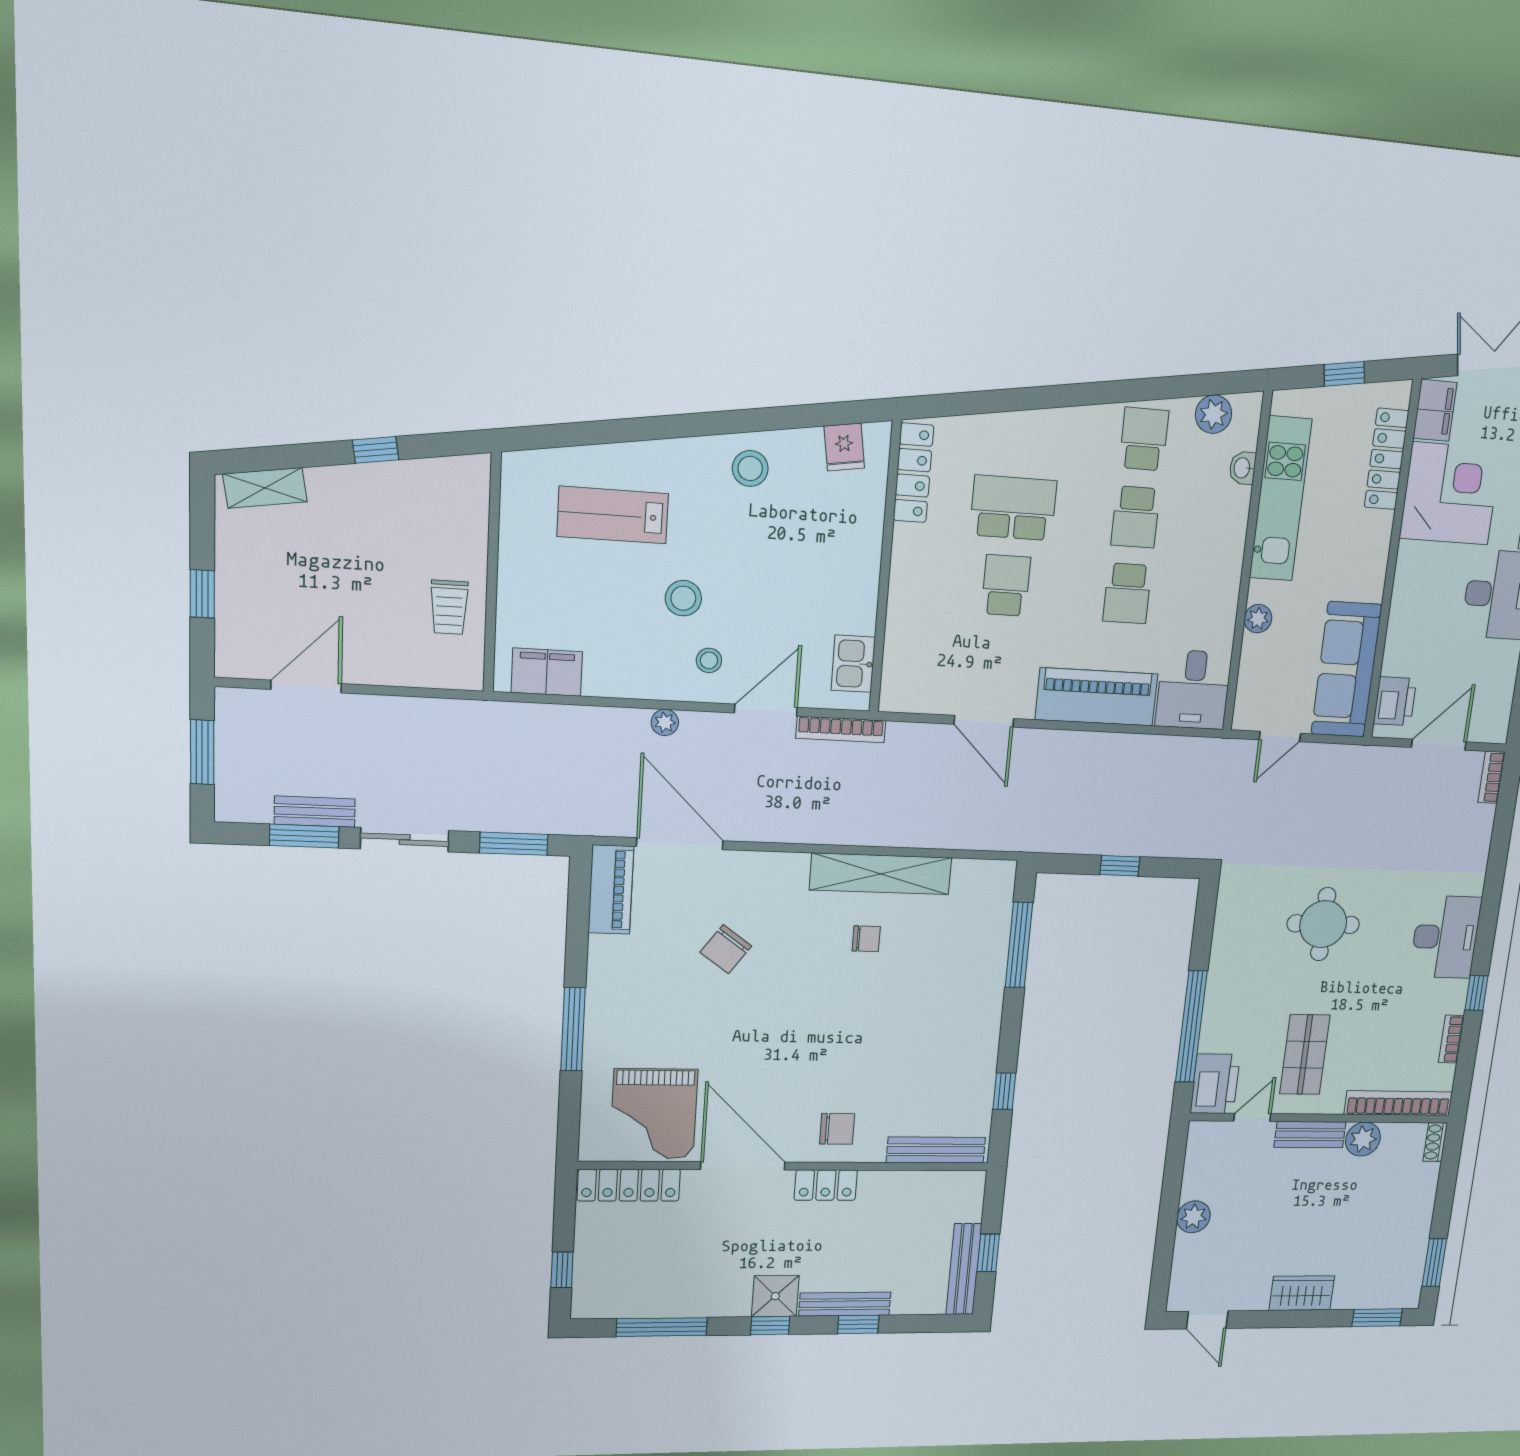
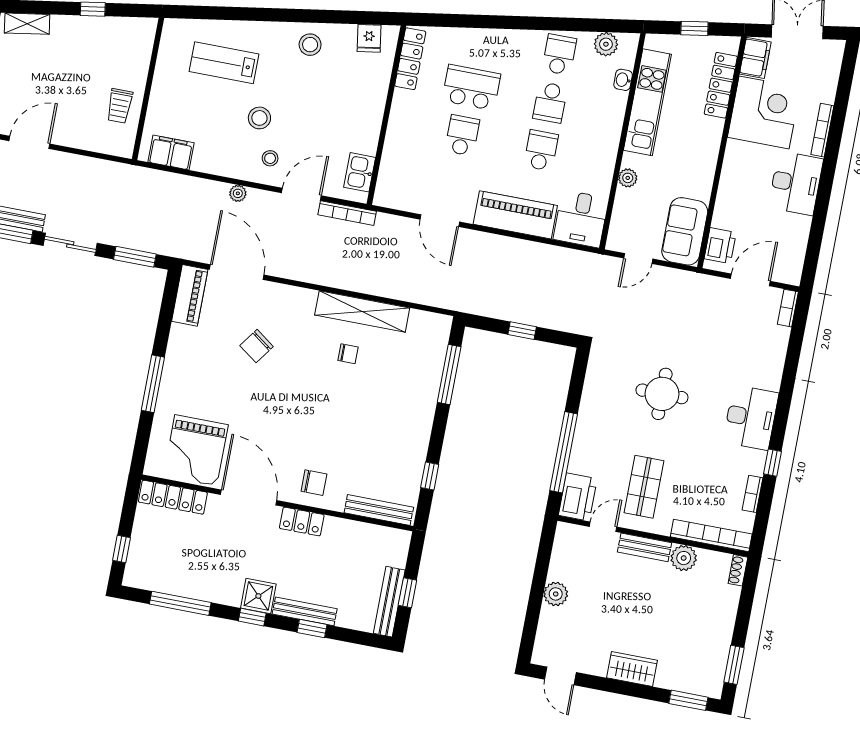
school desk: (1127, 593) -> (541, 150), turned 180
sofa: (1346, 670) -> (685, 231), width x0.73

